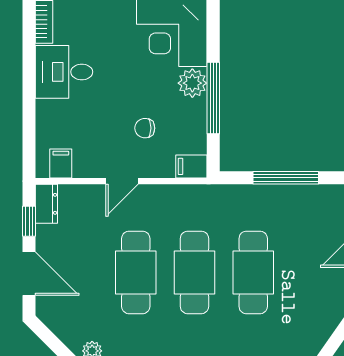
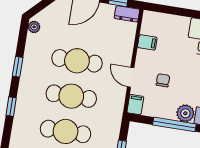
filing cabinet: (61, 163) -> (147, 42), moved
door: (122, 181) -> (131, 77), moved

